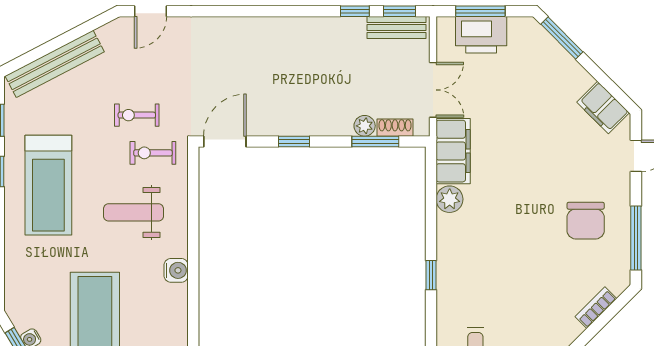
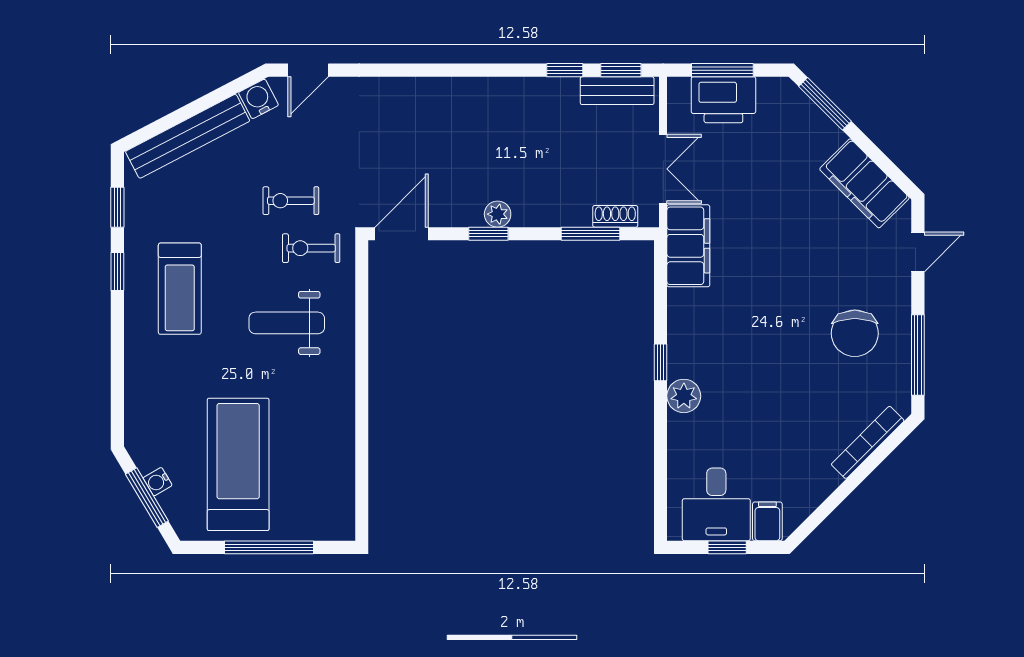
filing cabinet: (603, 108) -> (864, 183), width x1.50, depth x1.17
plant: (365, 126) -> (498, 214), moved
treadmill: (48, 185) -> (180, 289), width x0.73, depth x0.73
plant: (450, 199) -> (684, 396), moved
water cooler: (176, 270) -> (258, 99), moved, turned -118
window: (431, 275) -> (660, 362), moved
bookcase: (596, 308) -> (868, 442), width x1.56

